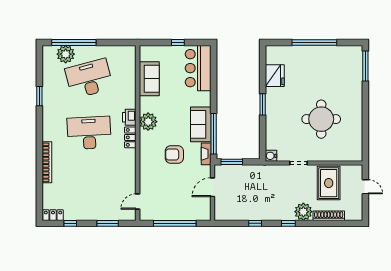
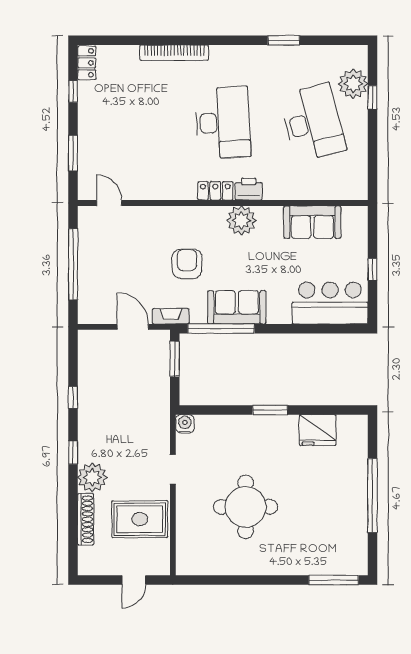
window: (74, 42) -> (372, 97), width x0.32
fireplace: (206, 154) -> (171, 316), moved

